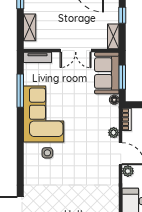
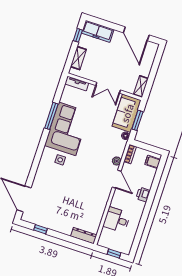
window: (122, 15) -> (153, 72), removed
window: (20, 91) -> (51, 116), moved
plant: (128, 171) -> (118, 194), removed

